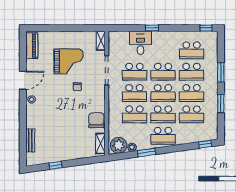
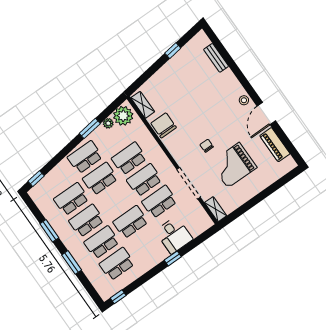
piano: (32, 46) -> (275, 145), moved
school desk: (163, 93) -> (115, 200), removed
chair: (96, 120) -> (164, 125), turned 180

